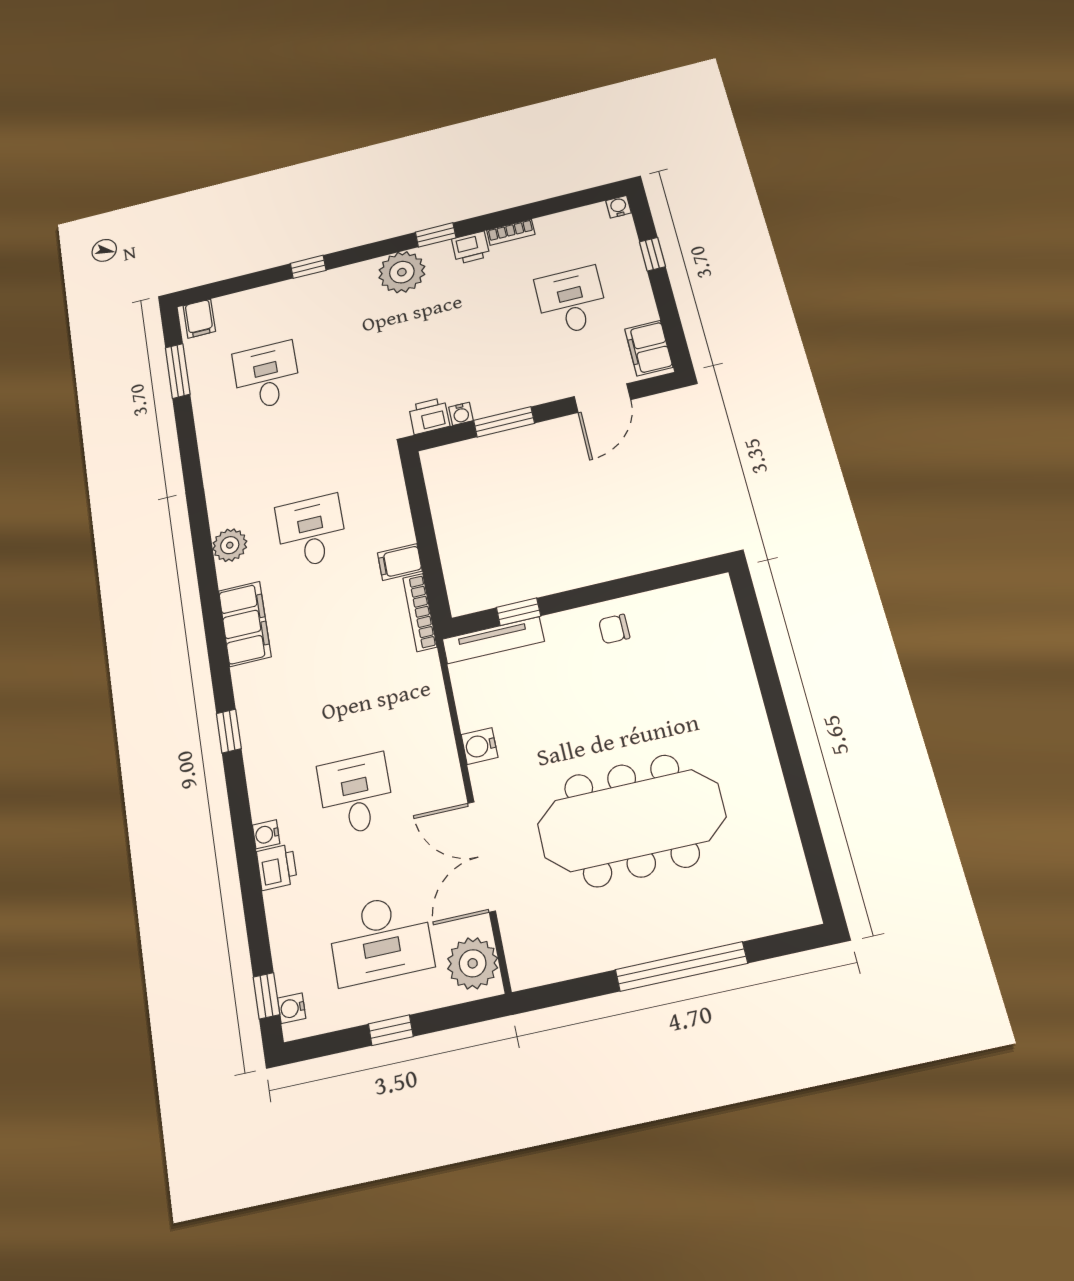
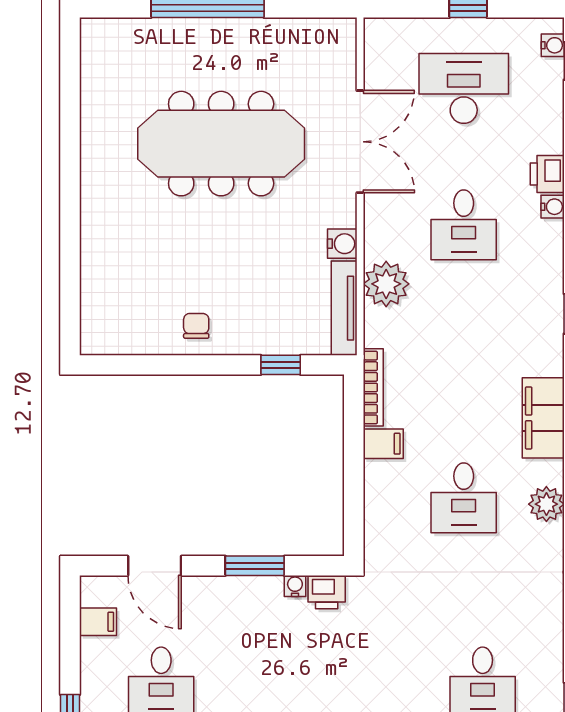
filing cabinet: (649, 348) -> (98, 622), width x0.50
door: (602, 398) -> (155, 566), swing flipped
chair: (614, 629) -> (196, 326), turned -90
tv unit: (493, 640) -> (344, 308), moved, turned -90
plant: (473, 963) -> (386, 284), moved

